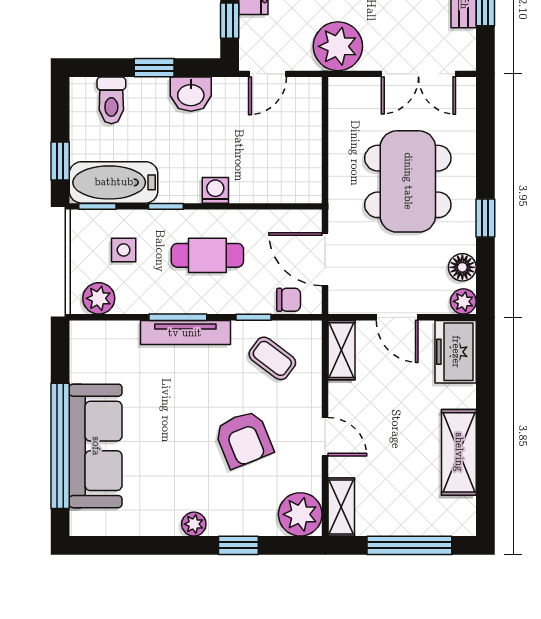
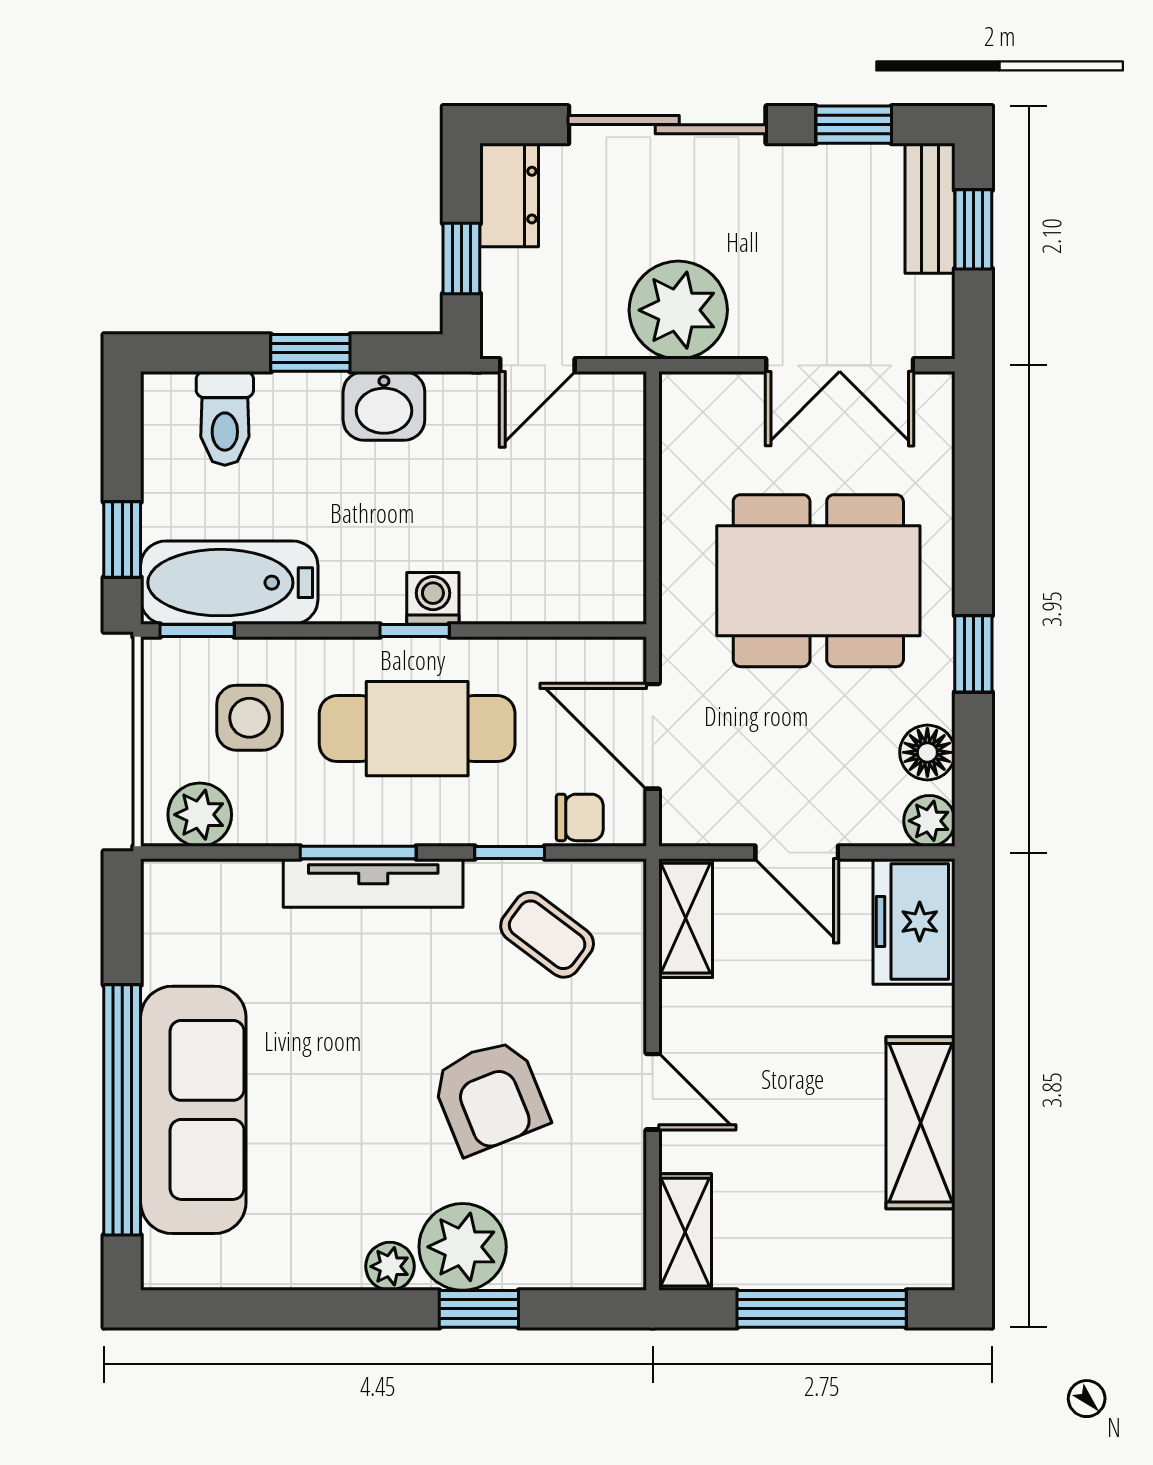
dining table: (408, 181) -> (818, 581), turned 90
window: (166, 206) -> (415, 630), moved
side table: (124, 250) -> (249, 718), width x1.37, depth x1.37
cafe table: (207, 255) -> (417, 729), width x1.37, depth x1.35
plant: (300, 514) -> (463, 1247), moved

